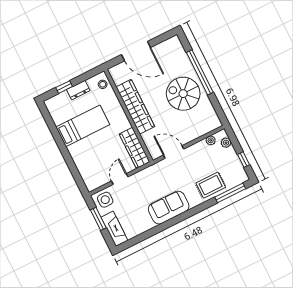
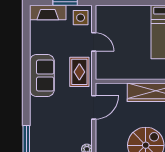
wardrobe: (135, 148) -> (117, 71), removed
rug: (211, 185) -> (79, 72), moved

